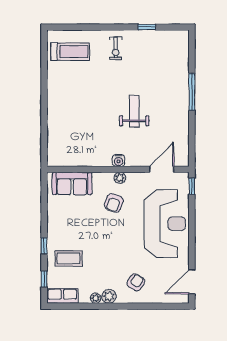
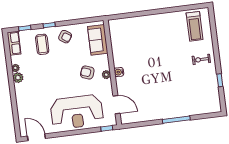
weight bench: (134, 111) -> (157, 79), removed
armchair: (136, 282) -> (65, 37), moved

